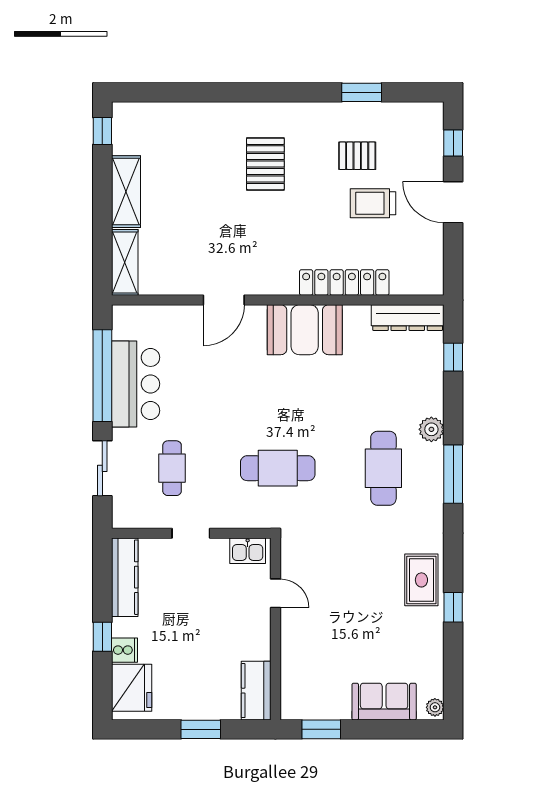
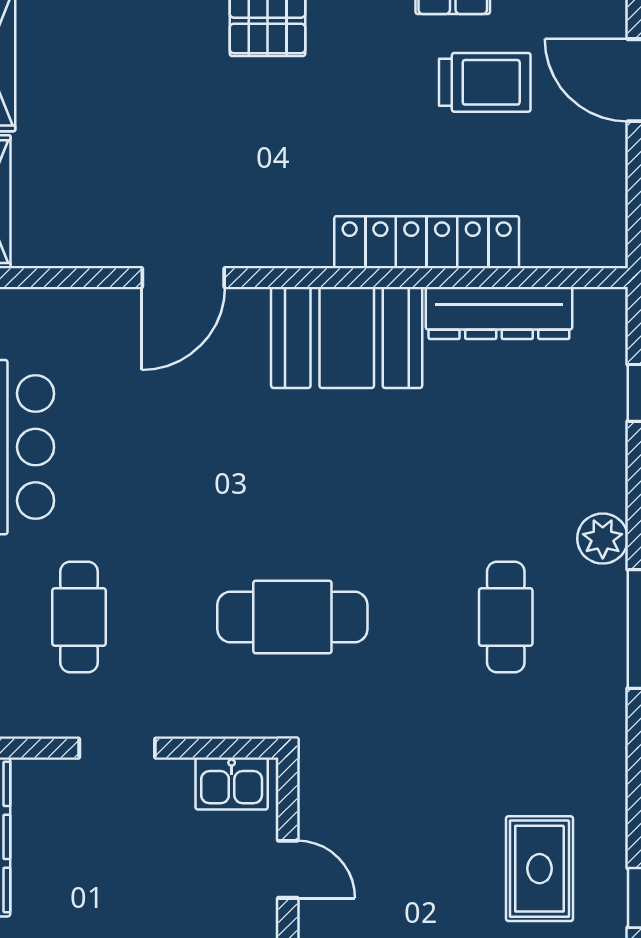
trolley: (373, 203) -> (485, 82), turned 180
dresser: (408, 318) -> (499, 313), moved
cafe table: (383, 468) -> (506, 617), width x0.73, depth x0.74
rug: (421, 580) -> (540, 869), moved

